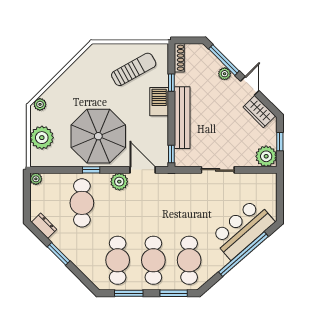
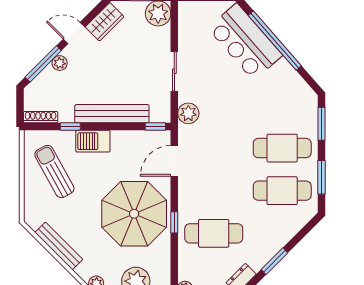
bench: (71, 73) -> (59, 246), added
plant: (119, 182) -> (188, 113), moved
cafe table: (189, 260) -> (282, 105), removed

